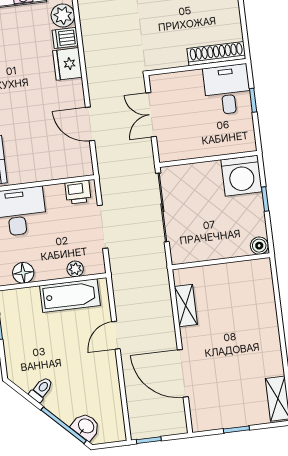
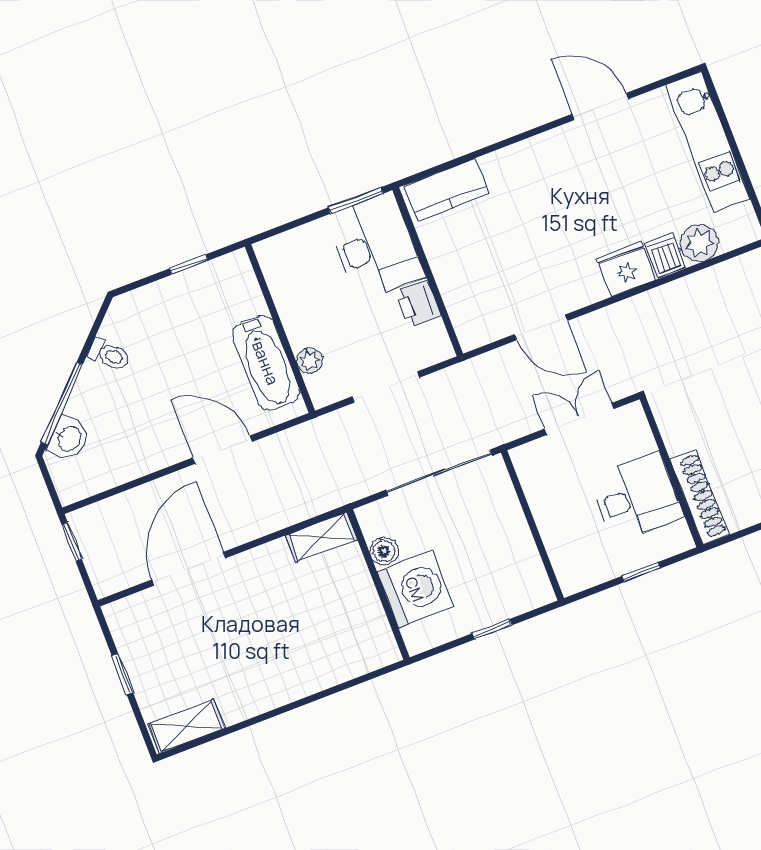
desk: (227, 89) -> (636, 497), moved
door: (90, 124) -> (541, 327), swing flipped
washing machine: (241, 176) -> (415, 589), moved, turned 180
printer: (78, 192) -> (418, 304), moved
boiler: (259, 246) -> (384, 551), moved
floor lamp: (23, 273) -> (283, 281), removed
shelving: (186, 305) -> (321, 537), moved
door: (116, 335) -> (222, 450), width x1.38

